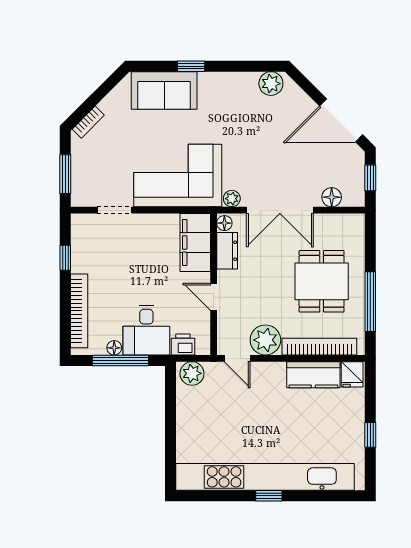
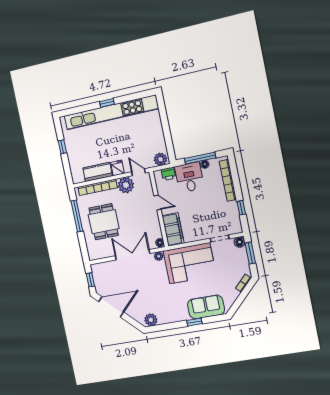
floor lamp: (332, 197) -> (240, 242), moved
dresser: (227, 251) -> (155, 228), removed
fridge: (352, 374) -> (117, 168), moved

